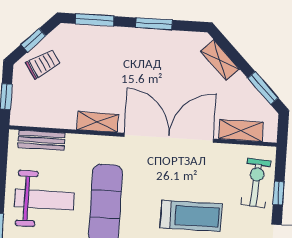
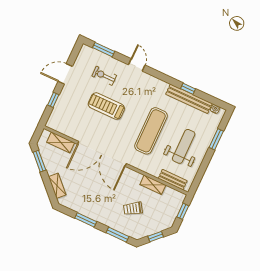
trolley: (43, 64) -> (133, 209), moved
shelving: (98, 122) -> (153, 185), moved
exercise bike: (256, 183) -> (63, 110), removed
weight bench: (44, 200) -> (184, 146), turned 90

